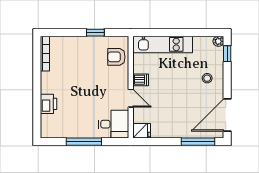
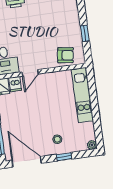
window: (227, 54) -> (64, 157), moved
armchair: (116, 57) -> (65, 55), turned 98
dishwasher: (141, 80) -> (15, 84), moved

